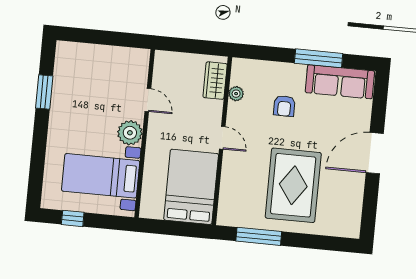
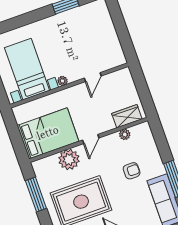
armchair: (284, 106) -> (132, 171), turned 180
plant: (130, 133) -> (63, 81), width x0.53, depth x0.53
plant: (235, 176) -> (69, 160), added

